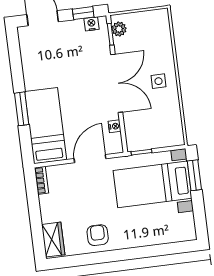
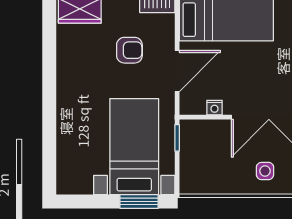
door: (90, 159) -> (177, 71), hinge flipped
armchair: (98, 235) -> (129, 50), moved

